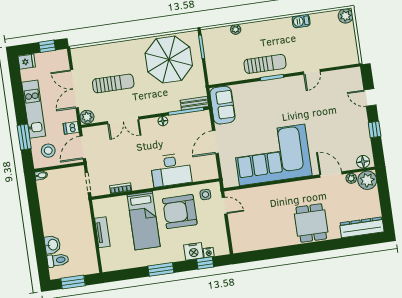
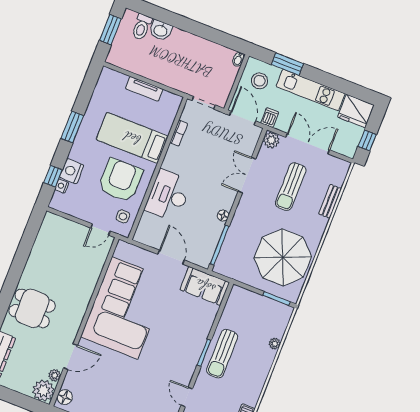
fridge: (27, 62) -> (356, 111), width x1.88, depth x1.34
bench: (194, 103) -> (330, 201), moved

